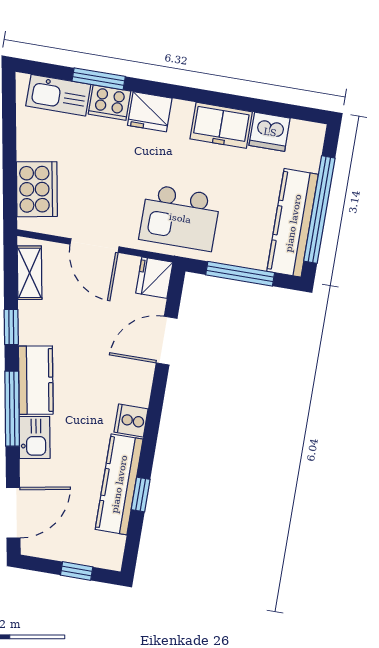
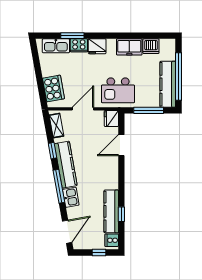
door: (95, 246) -> (83, 109), swing flipped
kitchen counter: (36, 380) -> (66, 165), width x1.50
cooker: (131, 421) -> (112, 240), moved

